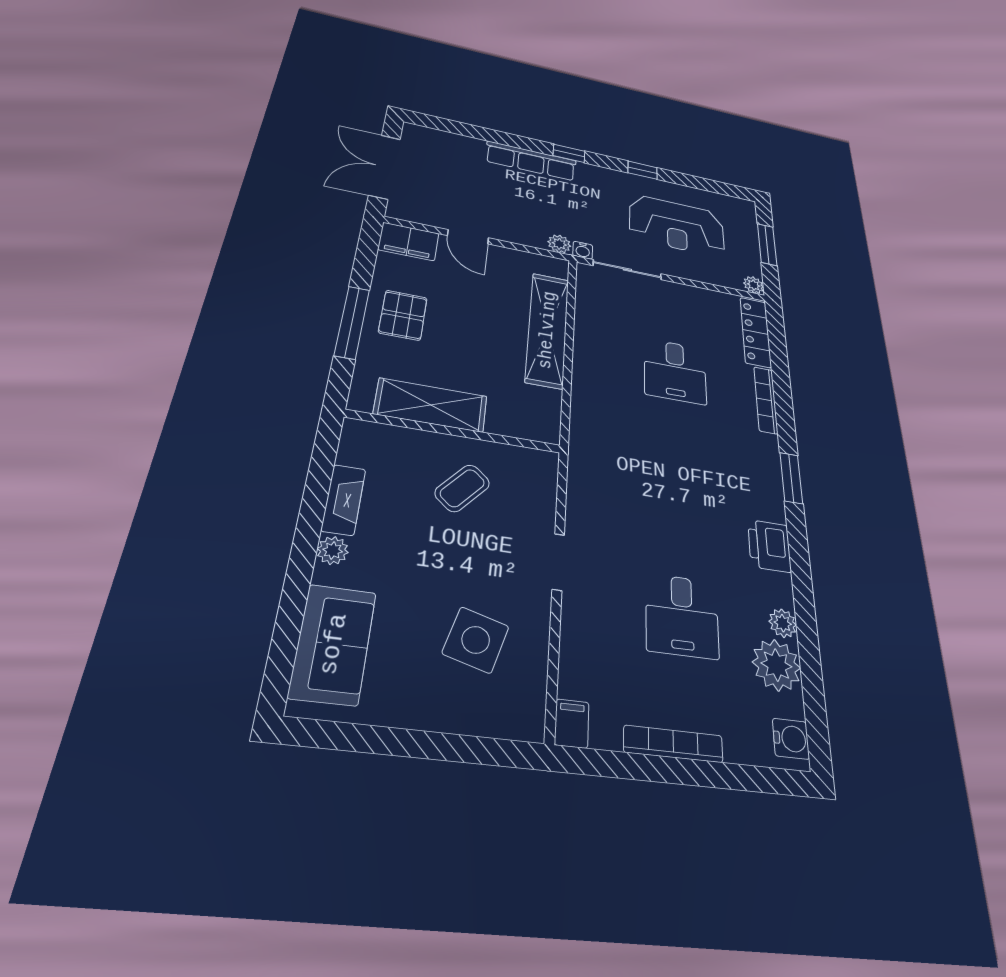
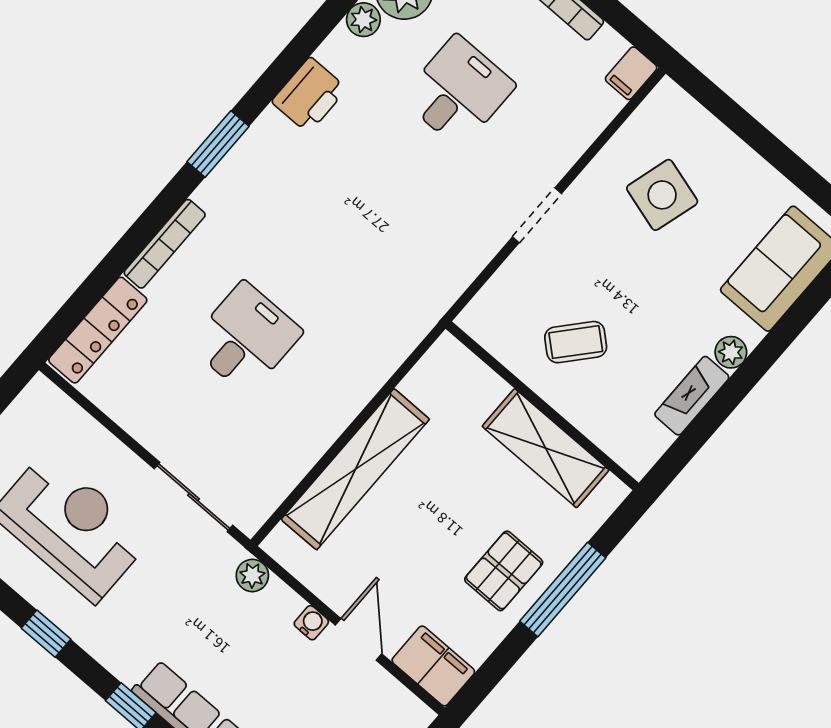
water cooler: (583, 250) -> (311, 623), moved
plant: (754, 285) -> (40, 392), removed

